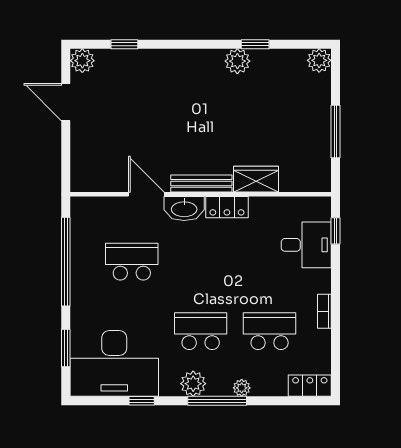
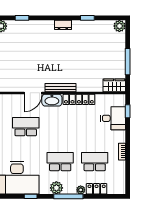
dresser: (206, 58) -> (63, 25), added
plant: (237, 61) -> (79, 26), removed
wardrobe: (256, 179) -> (114, 85), moved
door: (146, 194) -> (33, 93), swing flipped
locker: (227, 207) -> (79, 99), width x1.53
locker: (310, 386) -> (97, 189), moved

